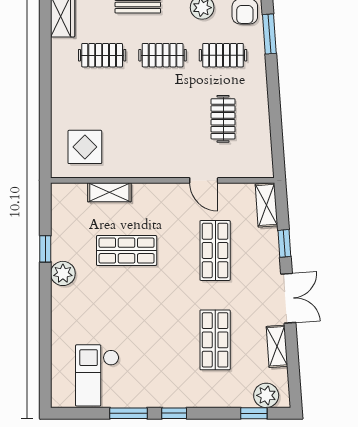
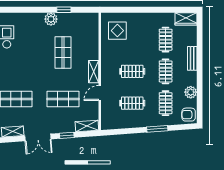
window: (269, 34) -> (157, 129), moved
clothes rail: (163, 119) -> (132, 71), added
shelving: (109, 192) -> (94, 72), moved

